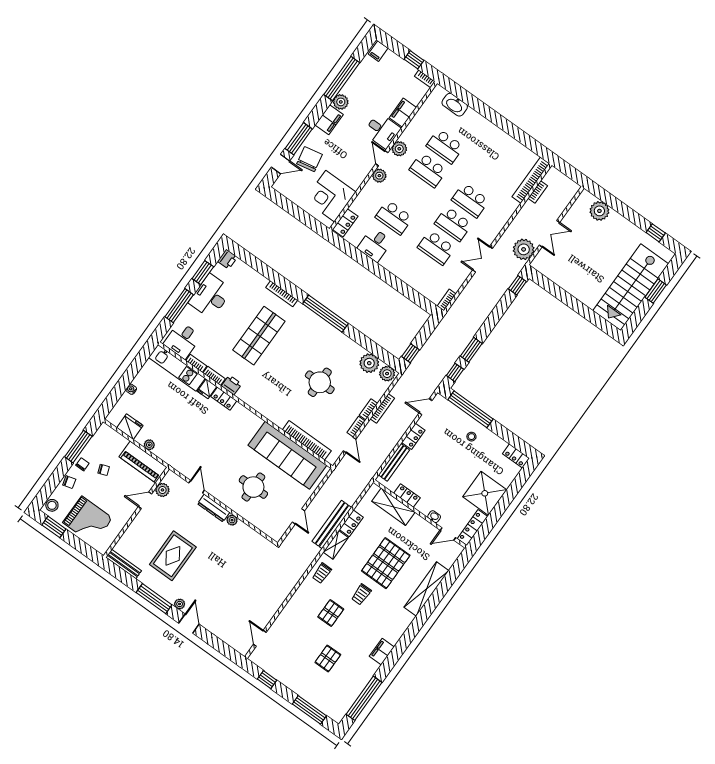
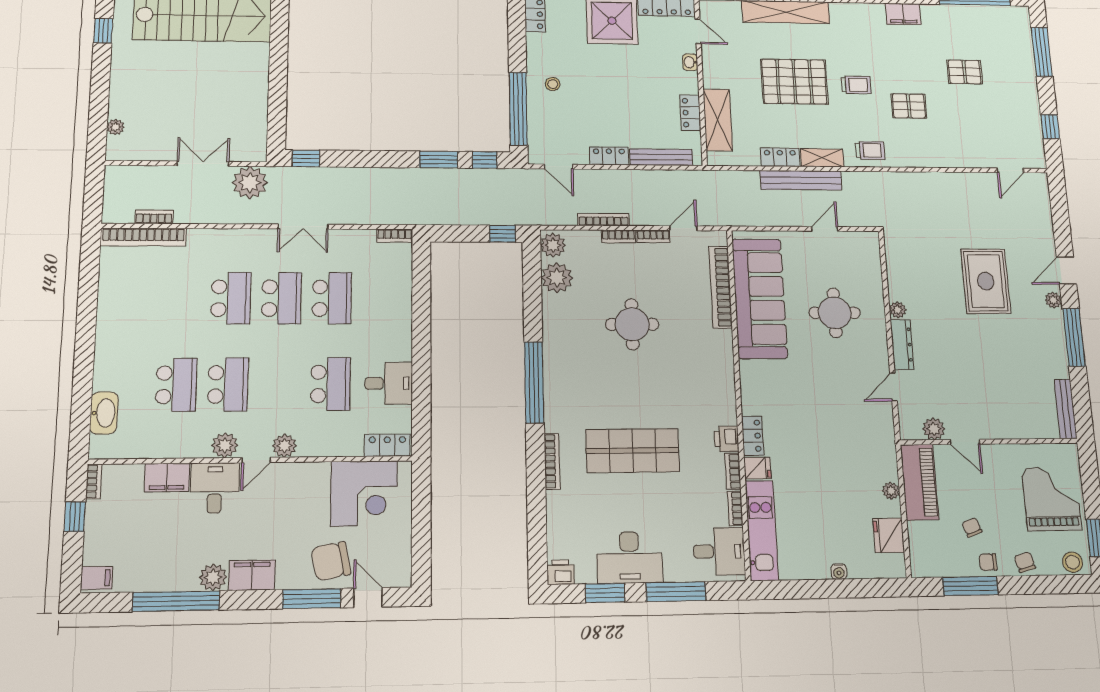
plant: (599, 211) -> (115, 127), width x0.53, depth x0.53
rug: (173, 556) -> (986, 281), moved, turned 90

